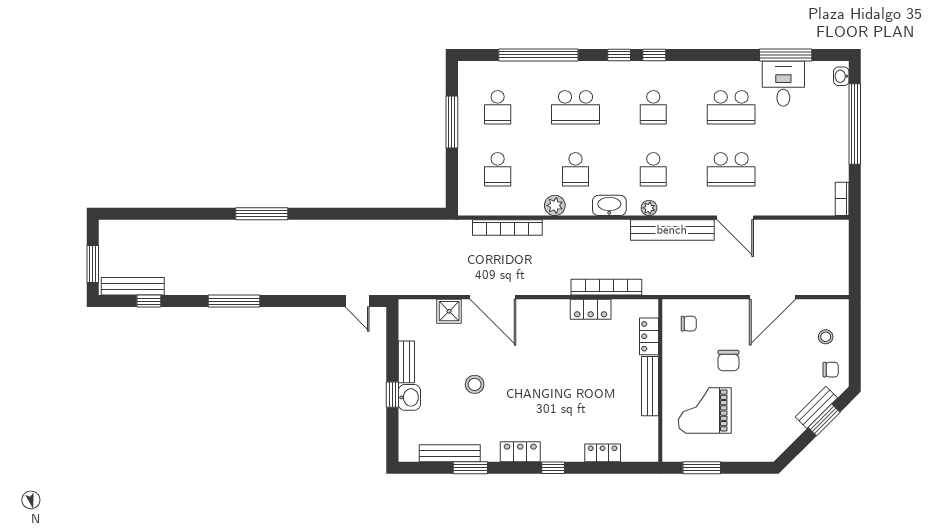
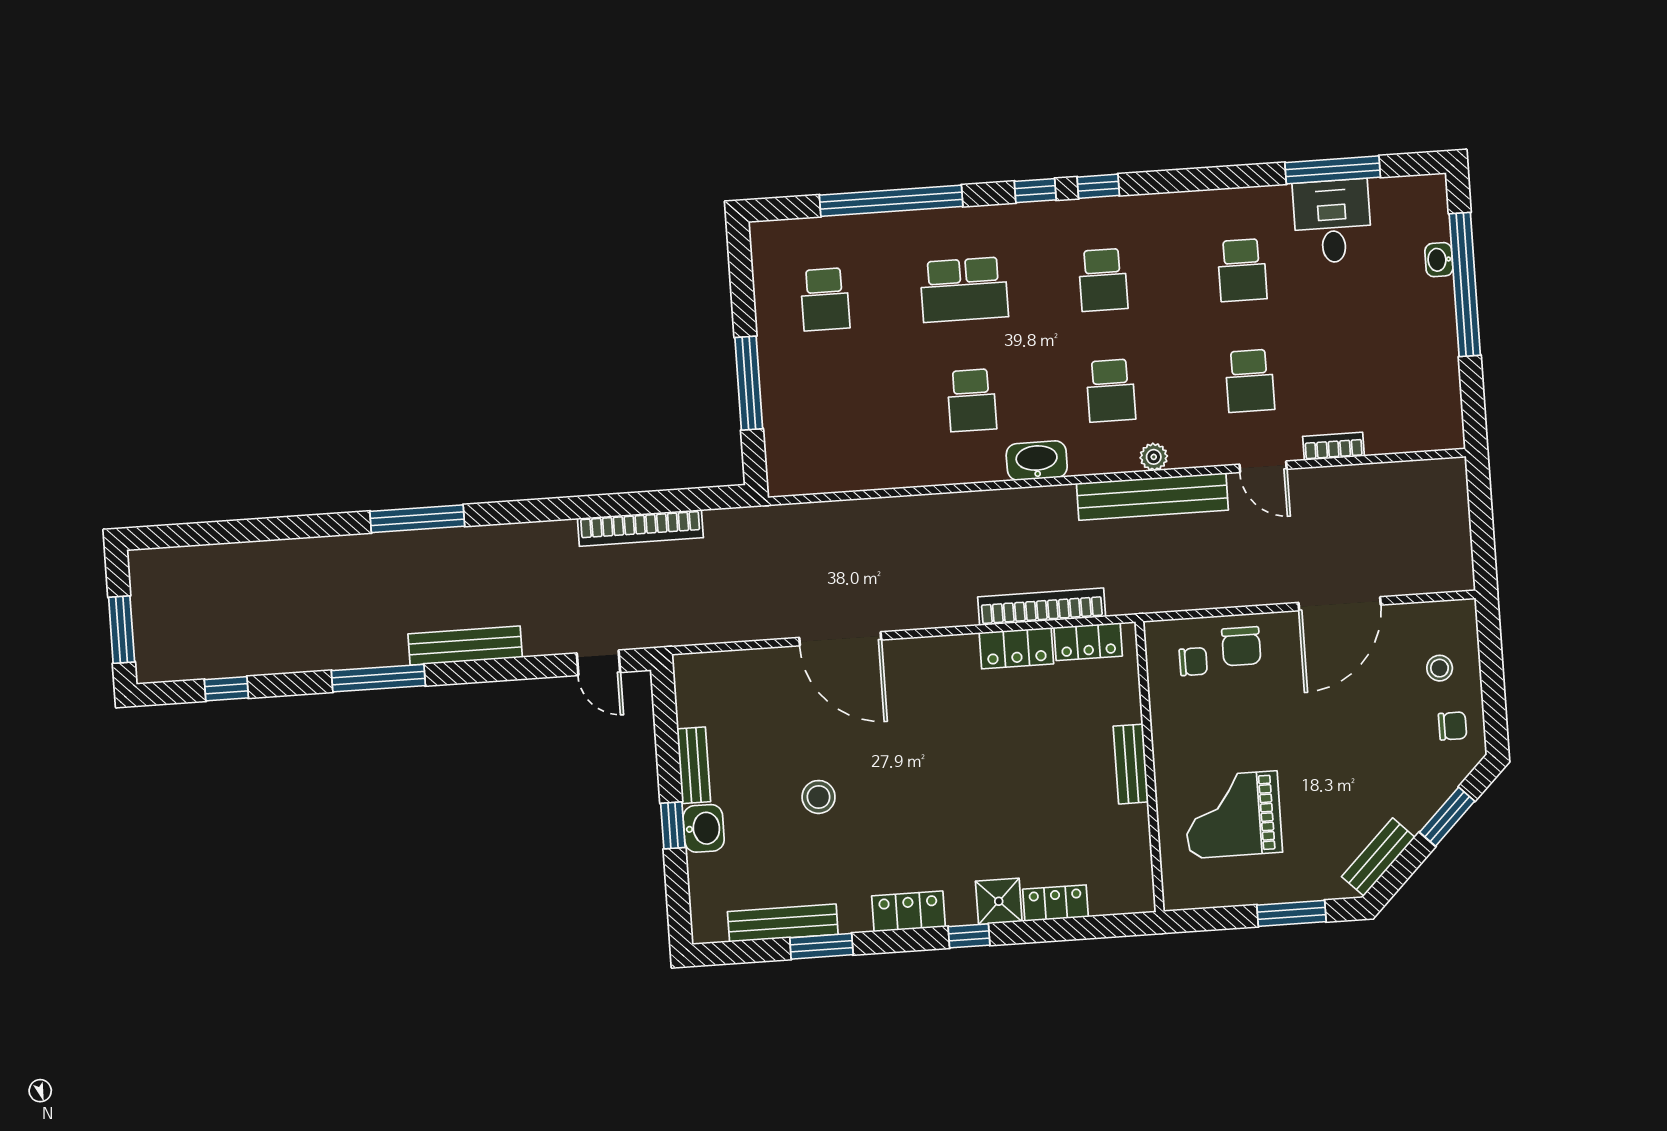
washbasin: (841, 76) -> (1439, 260), moved
school desk: (731, 107) -> (1242, 270), width x0.54
window: (452, 122) -> (749, 383), moved
school desk: (498, 169) -> (833, 410), removed
school desk: (731, 169) -> (1250, 381), width x0.54
bookcase: (842, 199) -> (1333, 446), moved, turned 90
plant: (555, 205) -> (939, 467), removed
plant: (649, 208) -> (1154, 457), moved
door: (735, 218) -> (1263, 467), width x0.73
bookcase: (507, 228) -> (640, 528), moved
bench: (133, 286) -> (465, 646), moved
shower: (449, 311) -> (999, 901), moved
locker: (649, 336) -> (1088, 642), moved, turned -90
chair: (728, 361) -> (1241, 646), moved
bench: (650, 386) -> (1131, 764), width x0.73
bench: (816, 407) -> (1378, 857), moved
window: (702, 468) -> (1292, 913), moved

